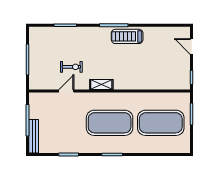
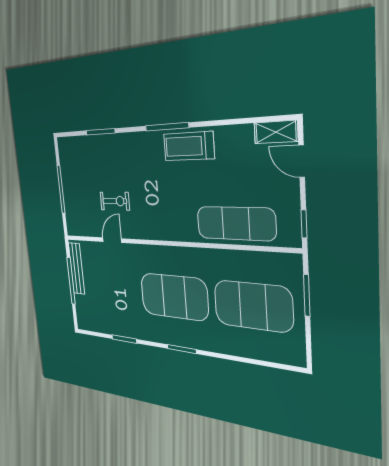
exercise mat: (153, 78) -> (236, 223), added
shelving: (101, 85) -> (276, 132), moved
bench: (34, 136) -> (76, 268), moved

